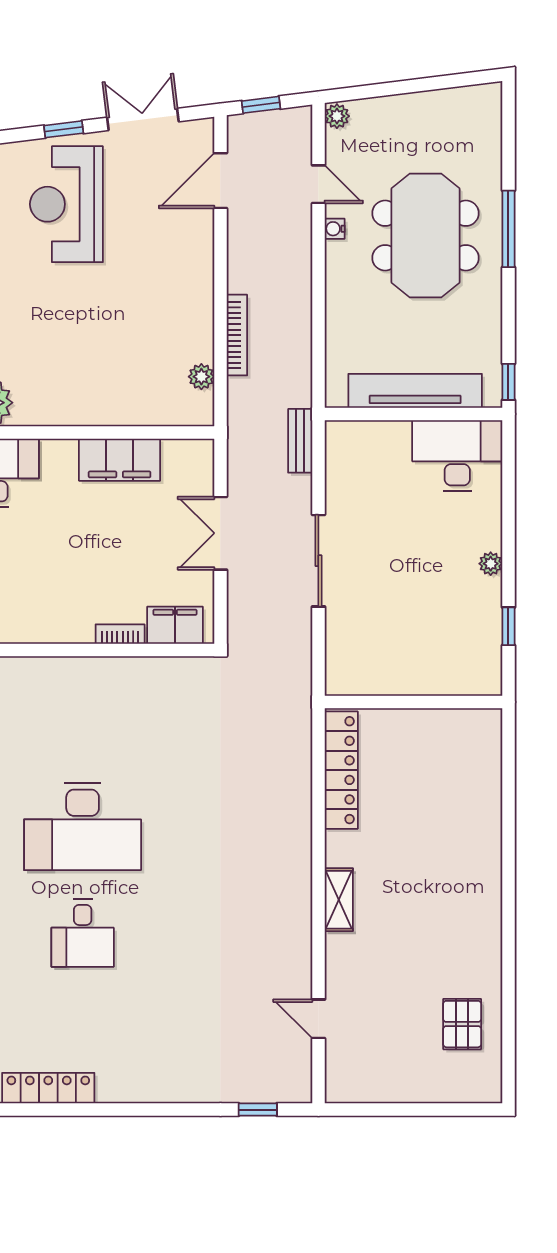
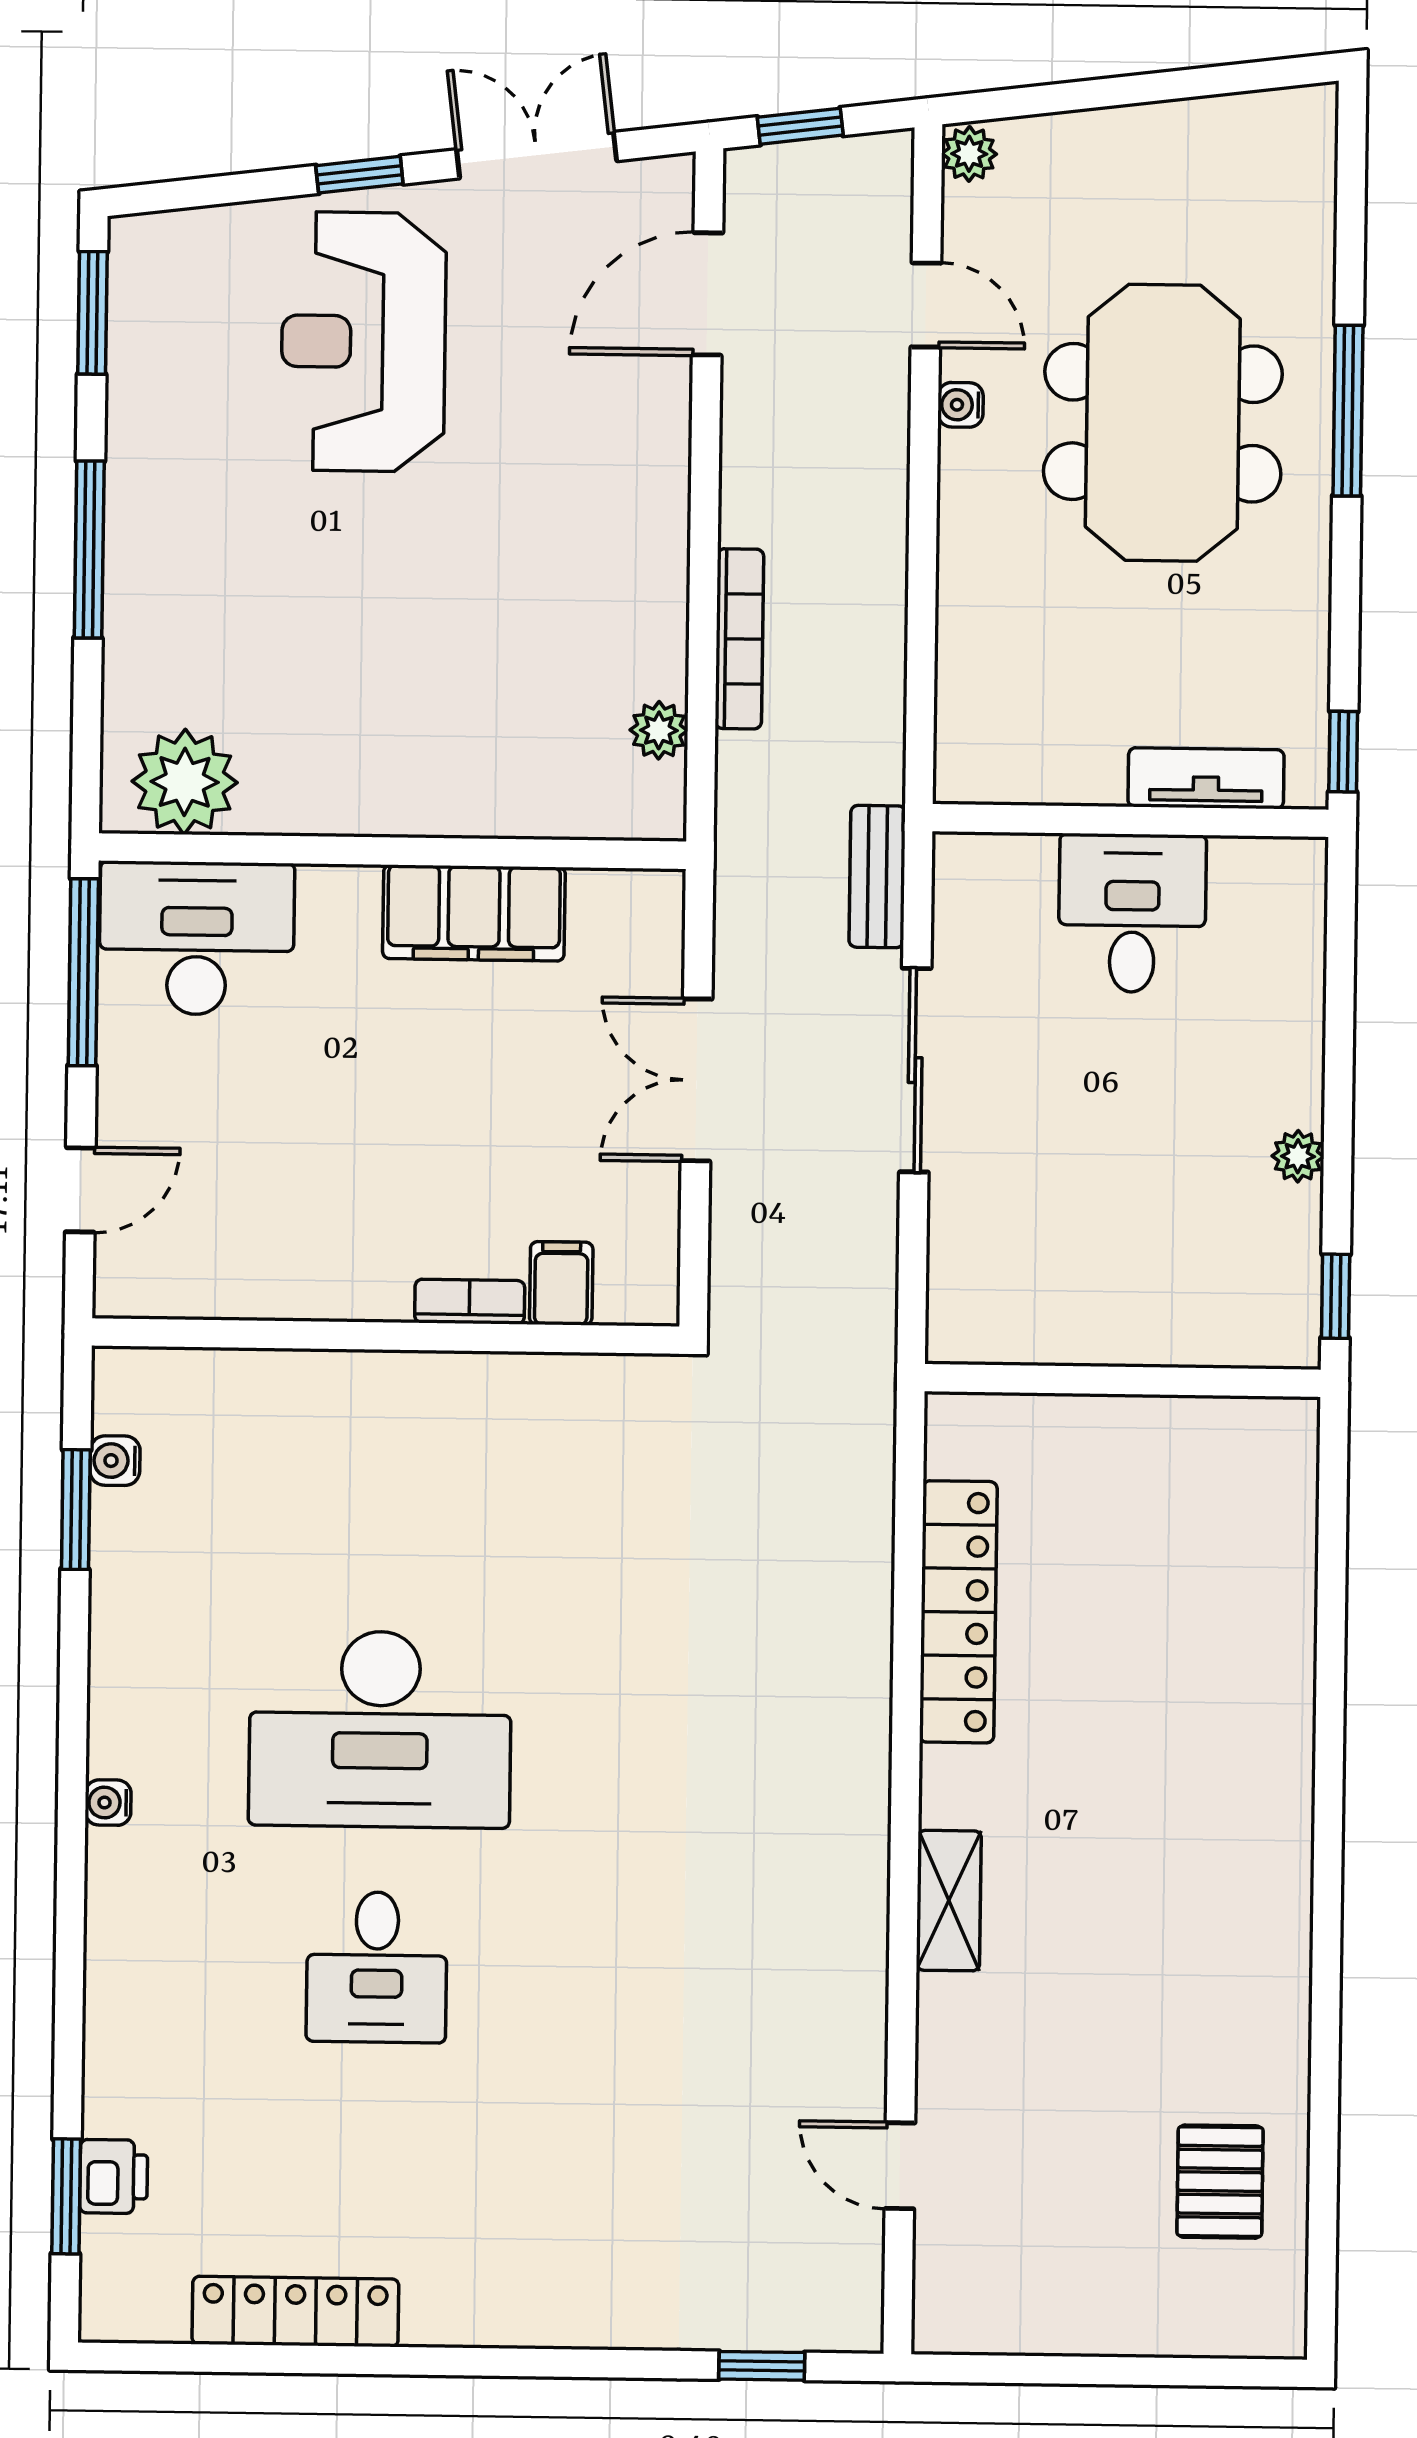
tv unit: (415, 391) -> (1206, 778), width x0.52, depth x0.78
desk: (457, 456) -> (1132, 913), moved, width x0.73
sliding door: (318, 561) -> (915, 1070), moved
filing cabinet: (175, 625) -> (561, 1283), width x0.50
wall: (413, 702) -> (1123, 1380), moved

